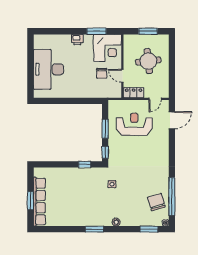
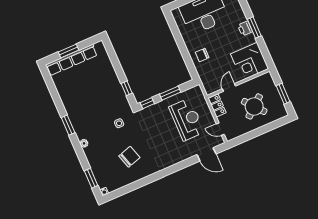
window: (96, 31) -> (254, 27), moved
round table: (148, 61) -> (254, 106), turned -34
chair: (102, 73) -> (202, 55), moved
window: (172, 197) -> (132, 187), removed
chair: (156, 202) -> (129, 157), moved

